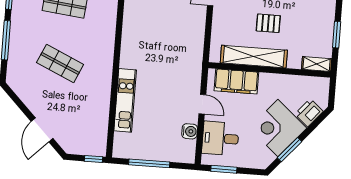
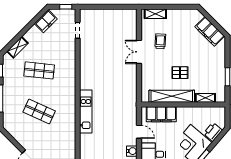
shelving: (317, 64) -> (205, 98), moved
kitchen unit: (125, 100) -> (86, 111), moved

